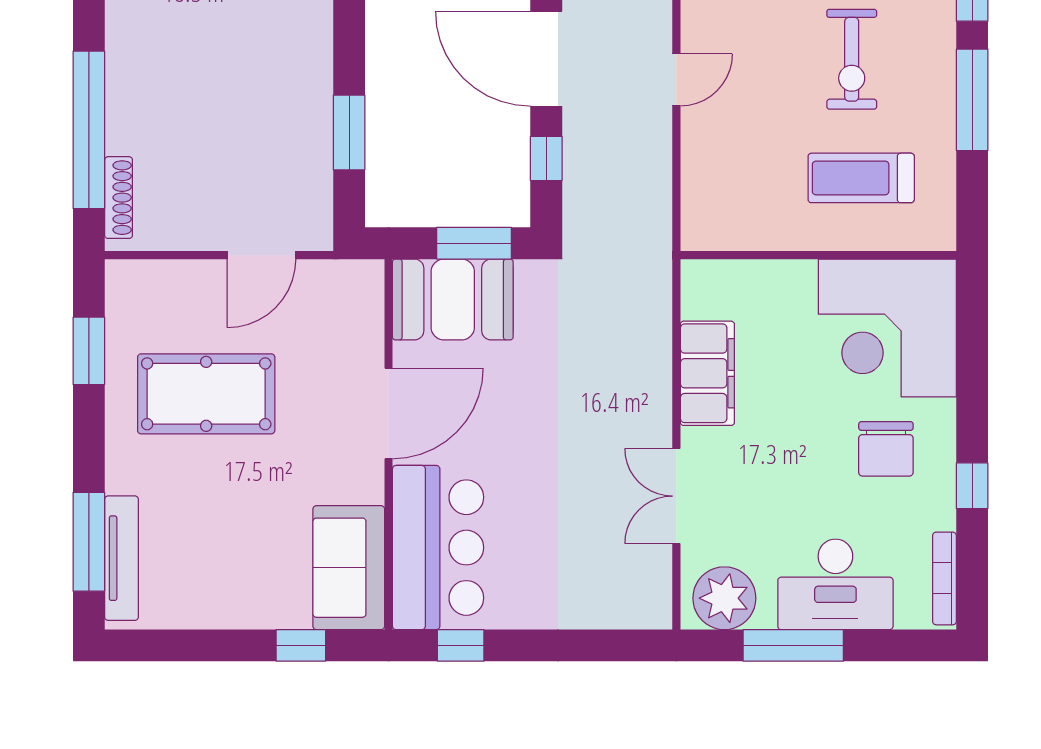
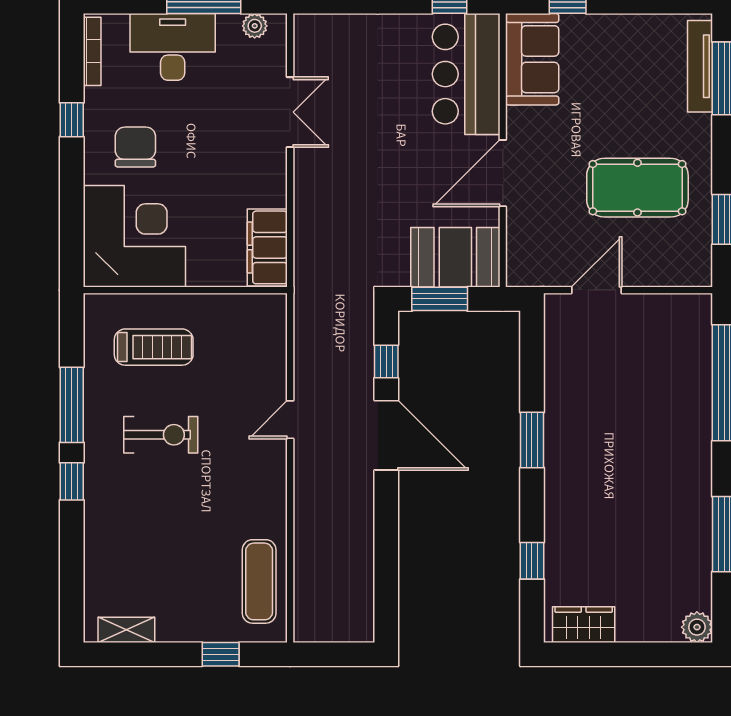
exercise bike: (852, 59) -> (161, 435), turned 90
window: (349, 132) -> (532, 440), moved
shoe rack: (119, 198) -> (702, 333), removed
filing cabinet: (707, 373) -> (267, 247), moved
plant: (724, 598) -> (255, 26), width x0.53, depth x0.53

